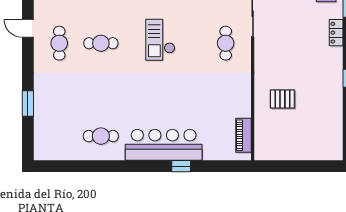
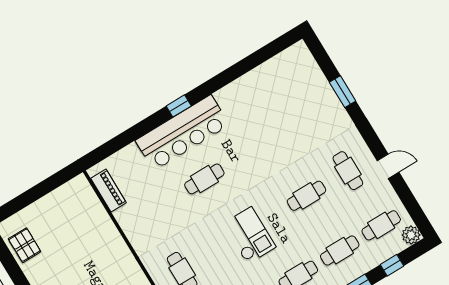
pallet: (282, 99) -> (25, 245), moved, turned 90
cafe table: (101, 136) -> (204, 179), moved
window: (181, 166) -> (179, 106), moved

